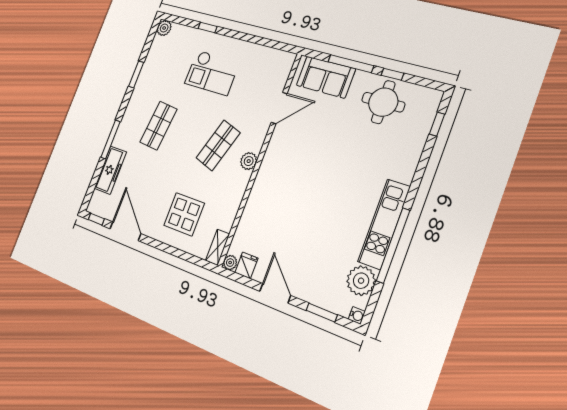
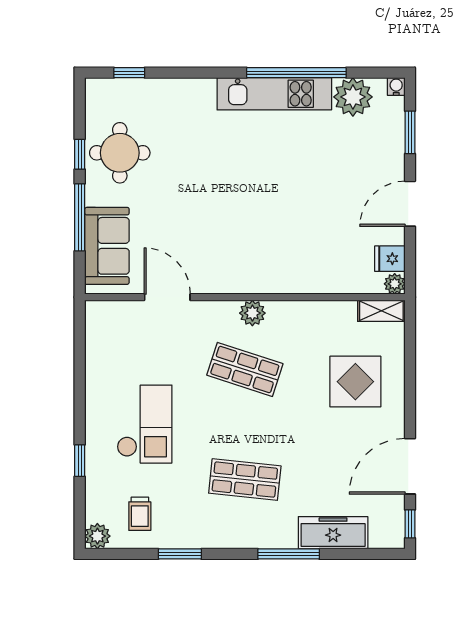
trolley: (166, 56) -> (140, 514), added

